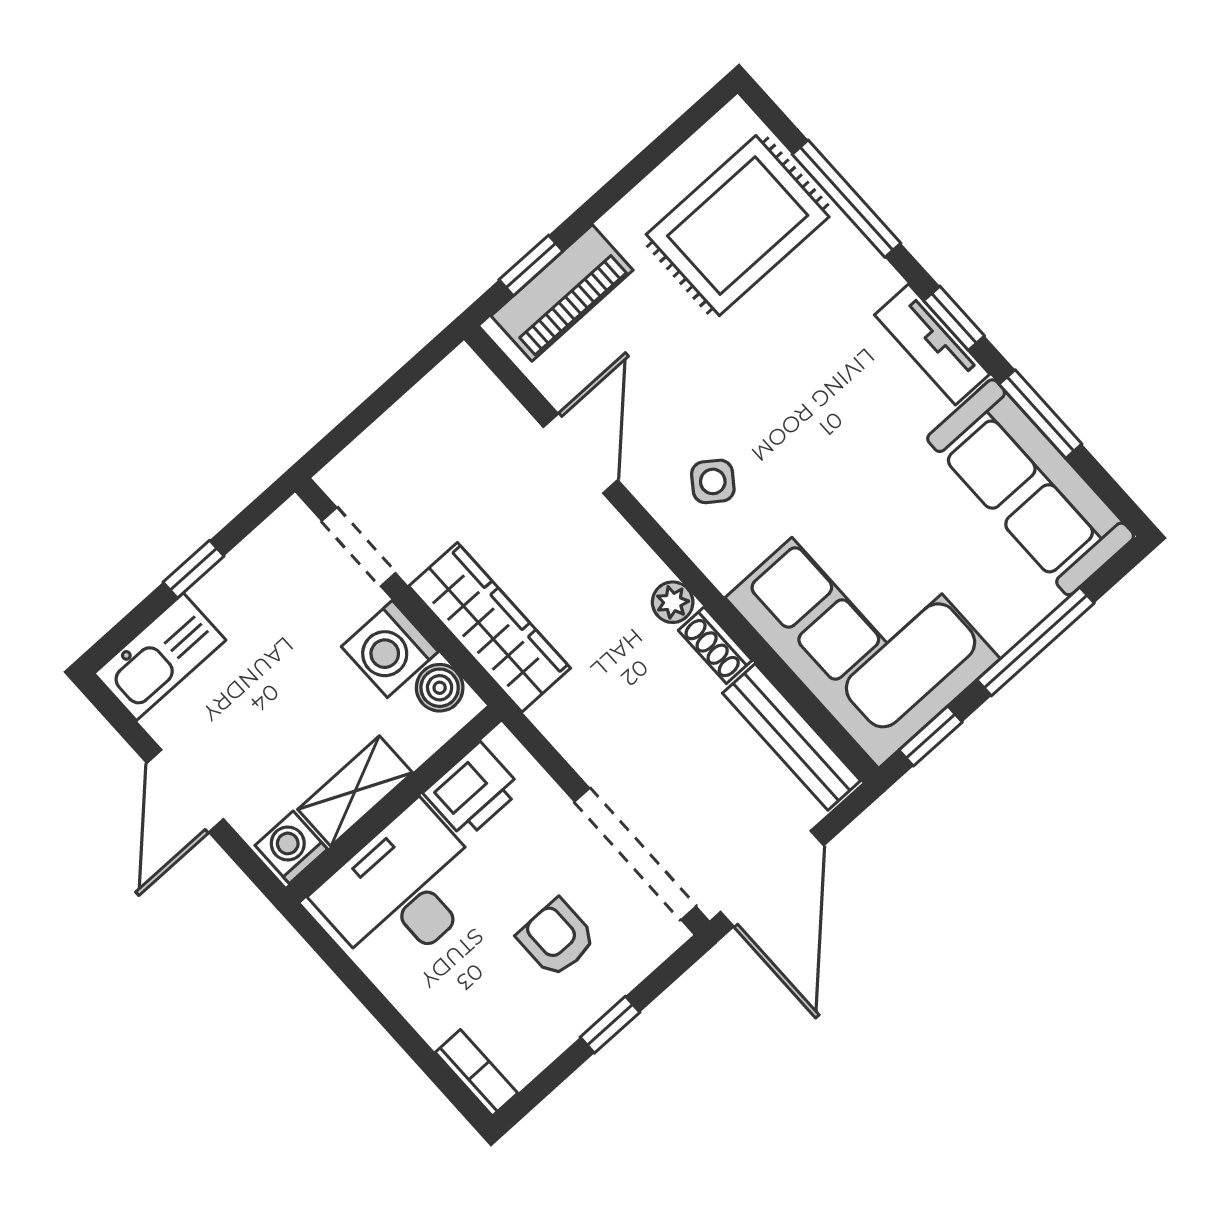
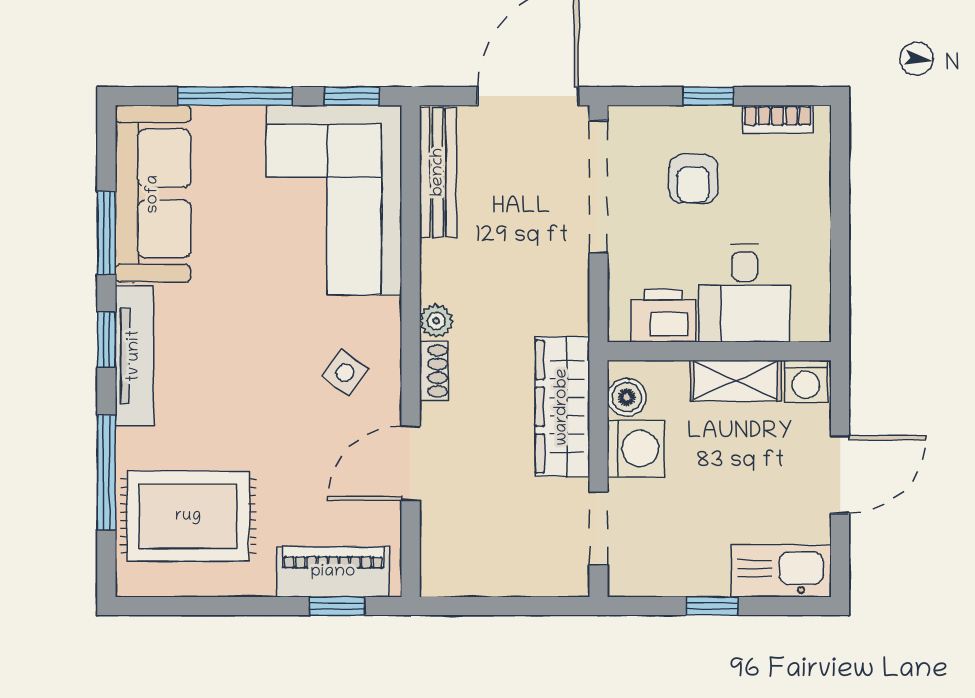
tv unit: (932, 344) -> (134, 356), width x1.41
shoe rack: (715, 645) -> (434, 371), moved
desk: (403, 891) -> (744, 293), width x0.73
bookcase: (476, 1073) -> (778, 119), moved, turned -90

